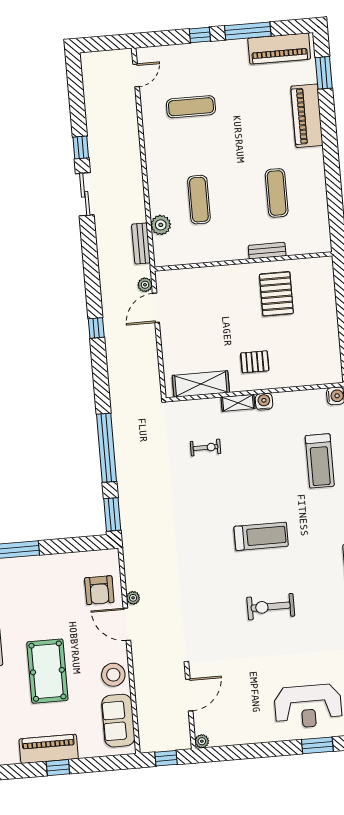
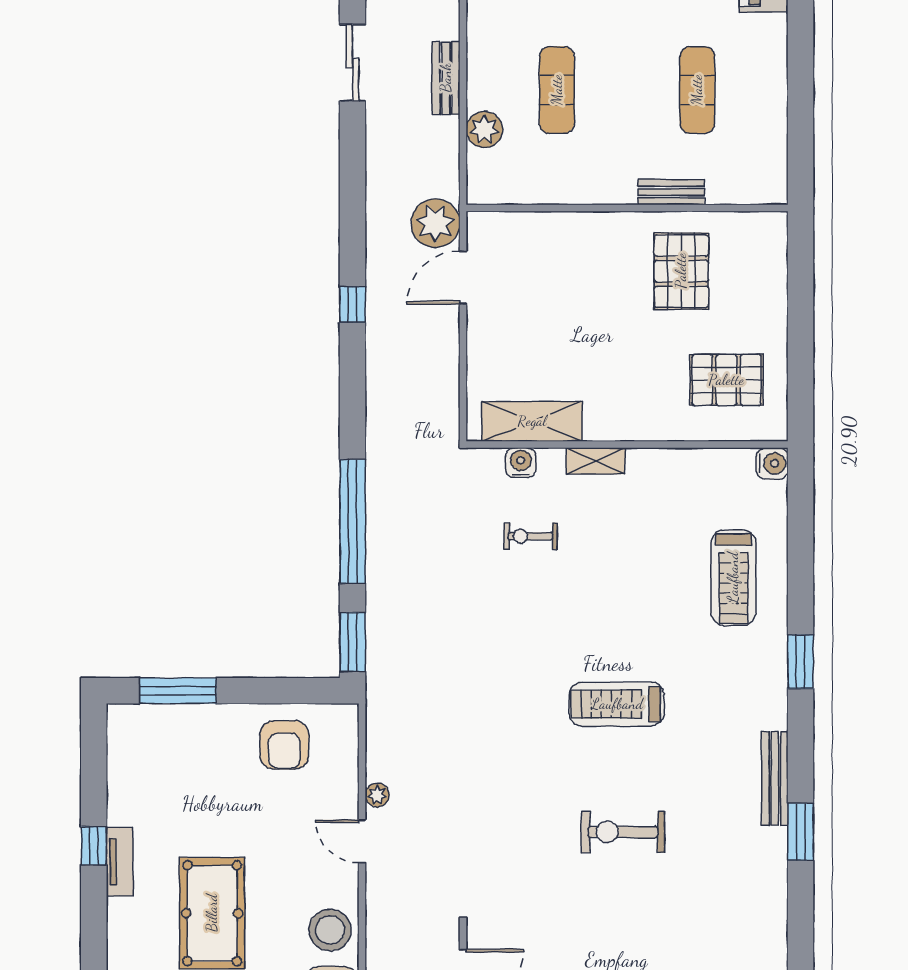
bench: (141, 244) -> (446, 78), moved
plant: (145, 285) -> (435, 223), width x1.88, depth x1.88
pallet: (255, 362) -> (726, 380), moved, width x1.50, depth x1.42
water cooler: (264, 402) -> (521, 463), moved
exercise bike: (206, 448) -> (530, 536), turned 180
treadmill: (261, 536) -> (617, 704), turned 180
armchair: (99, 590) -> (284, 745), moved
door: (127, 624) -> (362, 841), width x0.73

